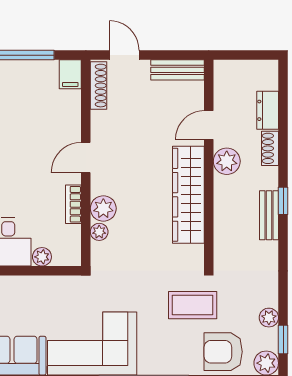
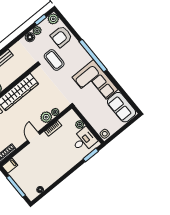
door: (86, 157) -> (34, 137), swing flipped
floor lamp: (268, 296) -> (30, 37), added
armchair: (223, 352) -> (61, 37), turned 90

